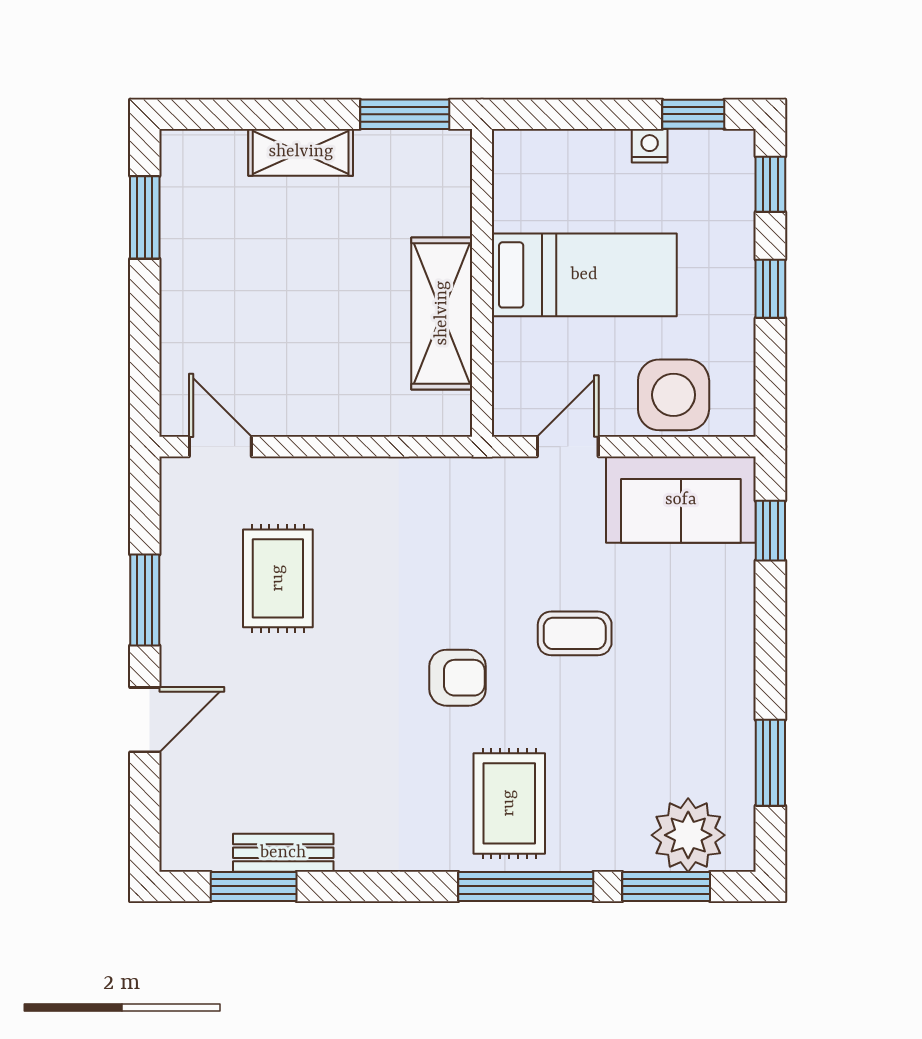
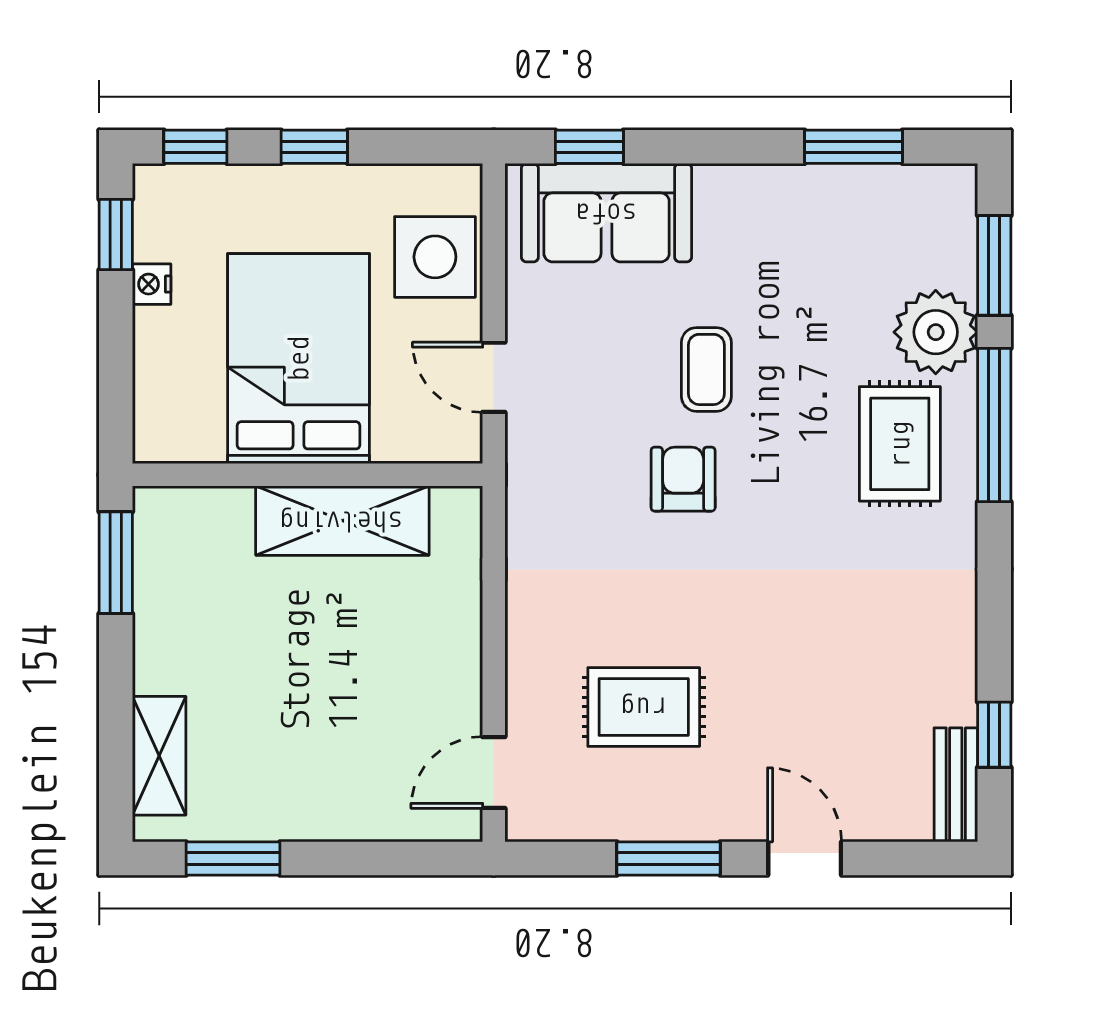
shelving: (301, 152) -> (159, 756), moved
bed: (584, 275) -> (299, 359), width x1.50
sofa: (681, 500) -> (607, 213), moved, turned 90
armchair: (458, 678) -> (683, 479), moved
rug: (509, 803) -> (900, 444), turned 90
plant: (688, 835) -> (936, 332), moved
bench: (283, 853) -> (956, 785), moved
window: (254, 886) -> (994, 735), width x0.67

